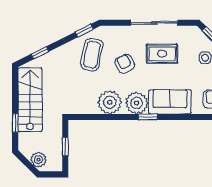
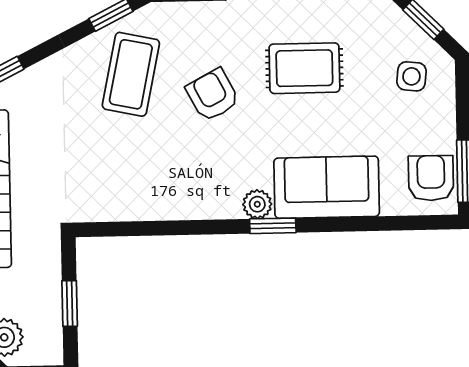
plant: (110, 102) -> (178, 191), removed
plant: (137, 103) -> (257, 204), width x0.53, depth x0.53

